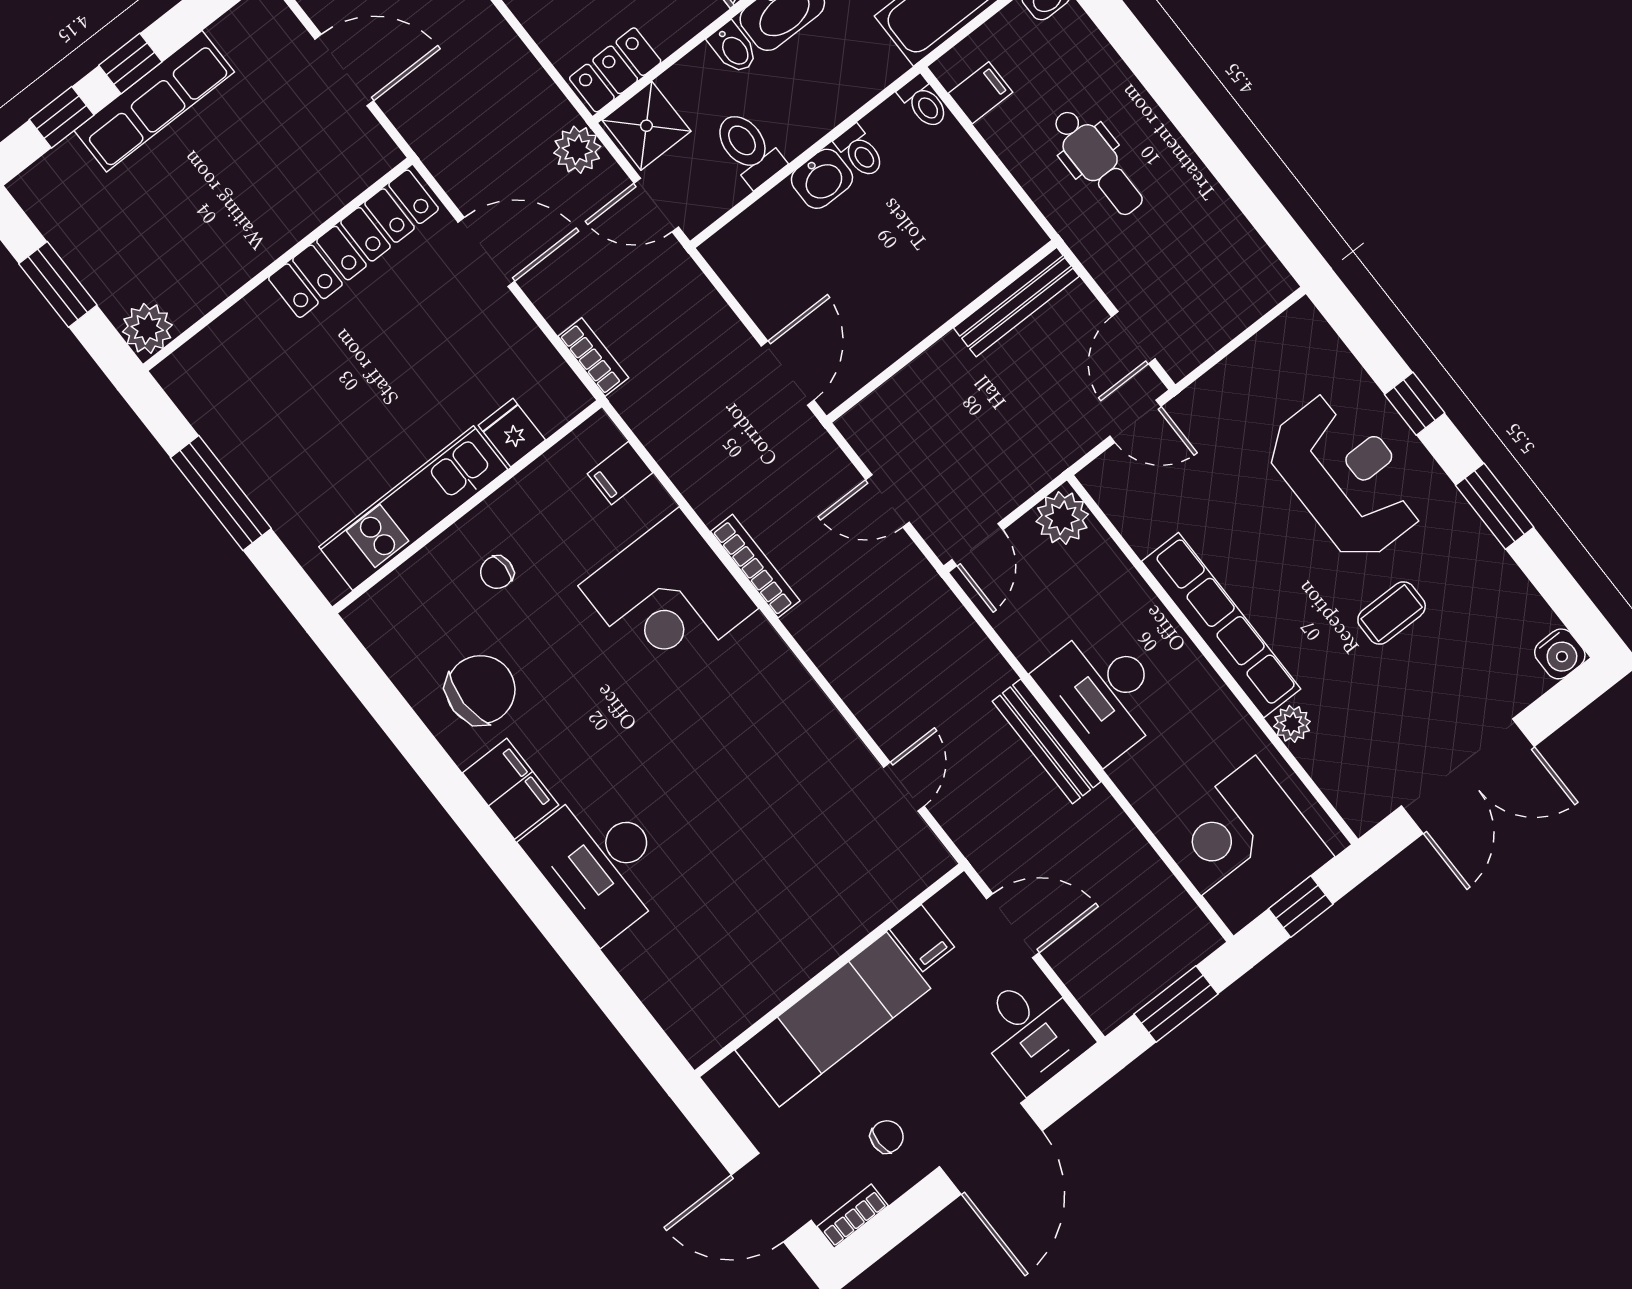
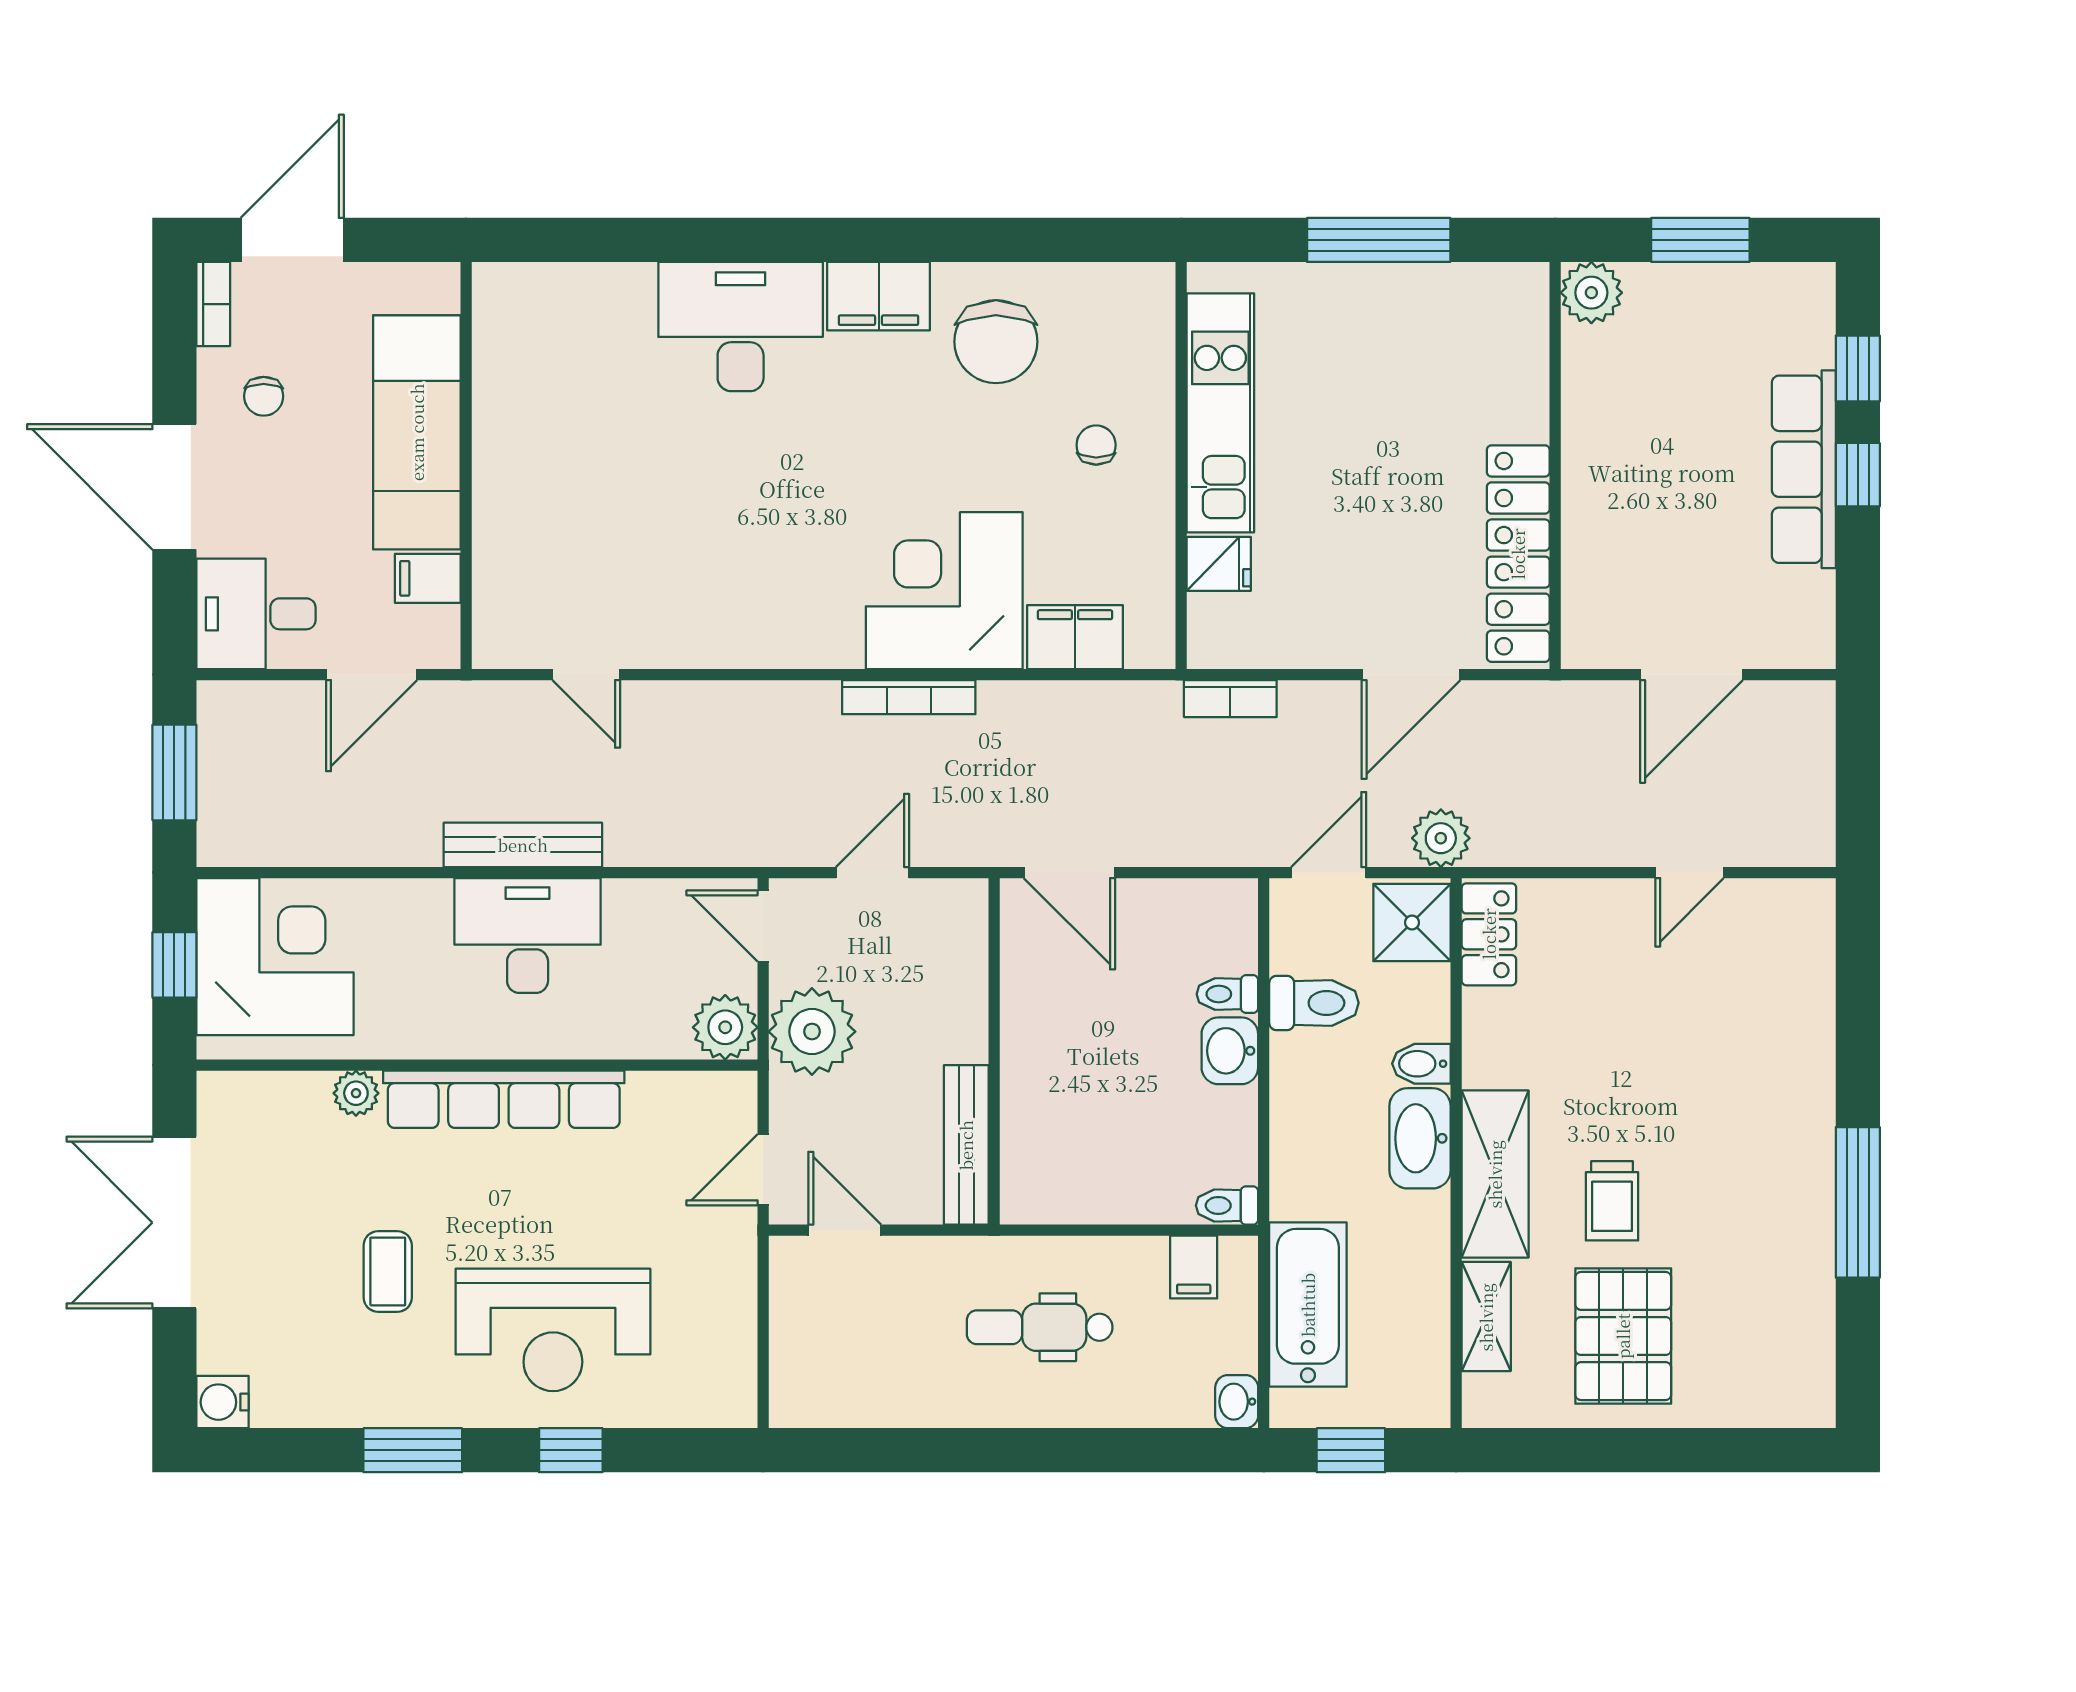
toilet: (860, 152) -> (1227, 994), moved
plant: (1021, 459) -> (812, 1032), added
filing cabinet: (620, 473) -> (1075, 637), width x2.00

